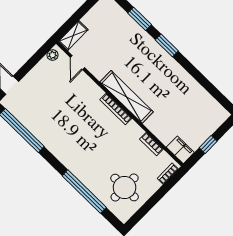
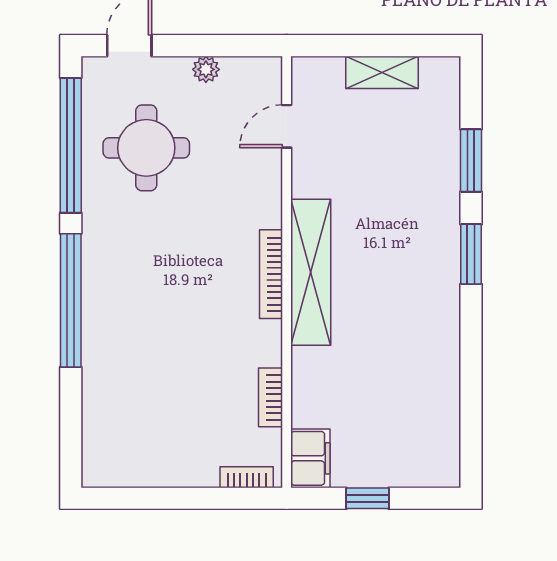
shelving: (73, 36) -> (382, 72), moved
plant: (53, 55) -> (206, 69), moved
round table: (125, 188) -> (146, 148), moved
window: (84, 192) -> (71, 300), moved

